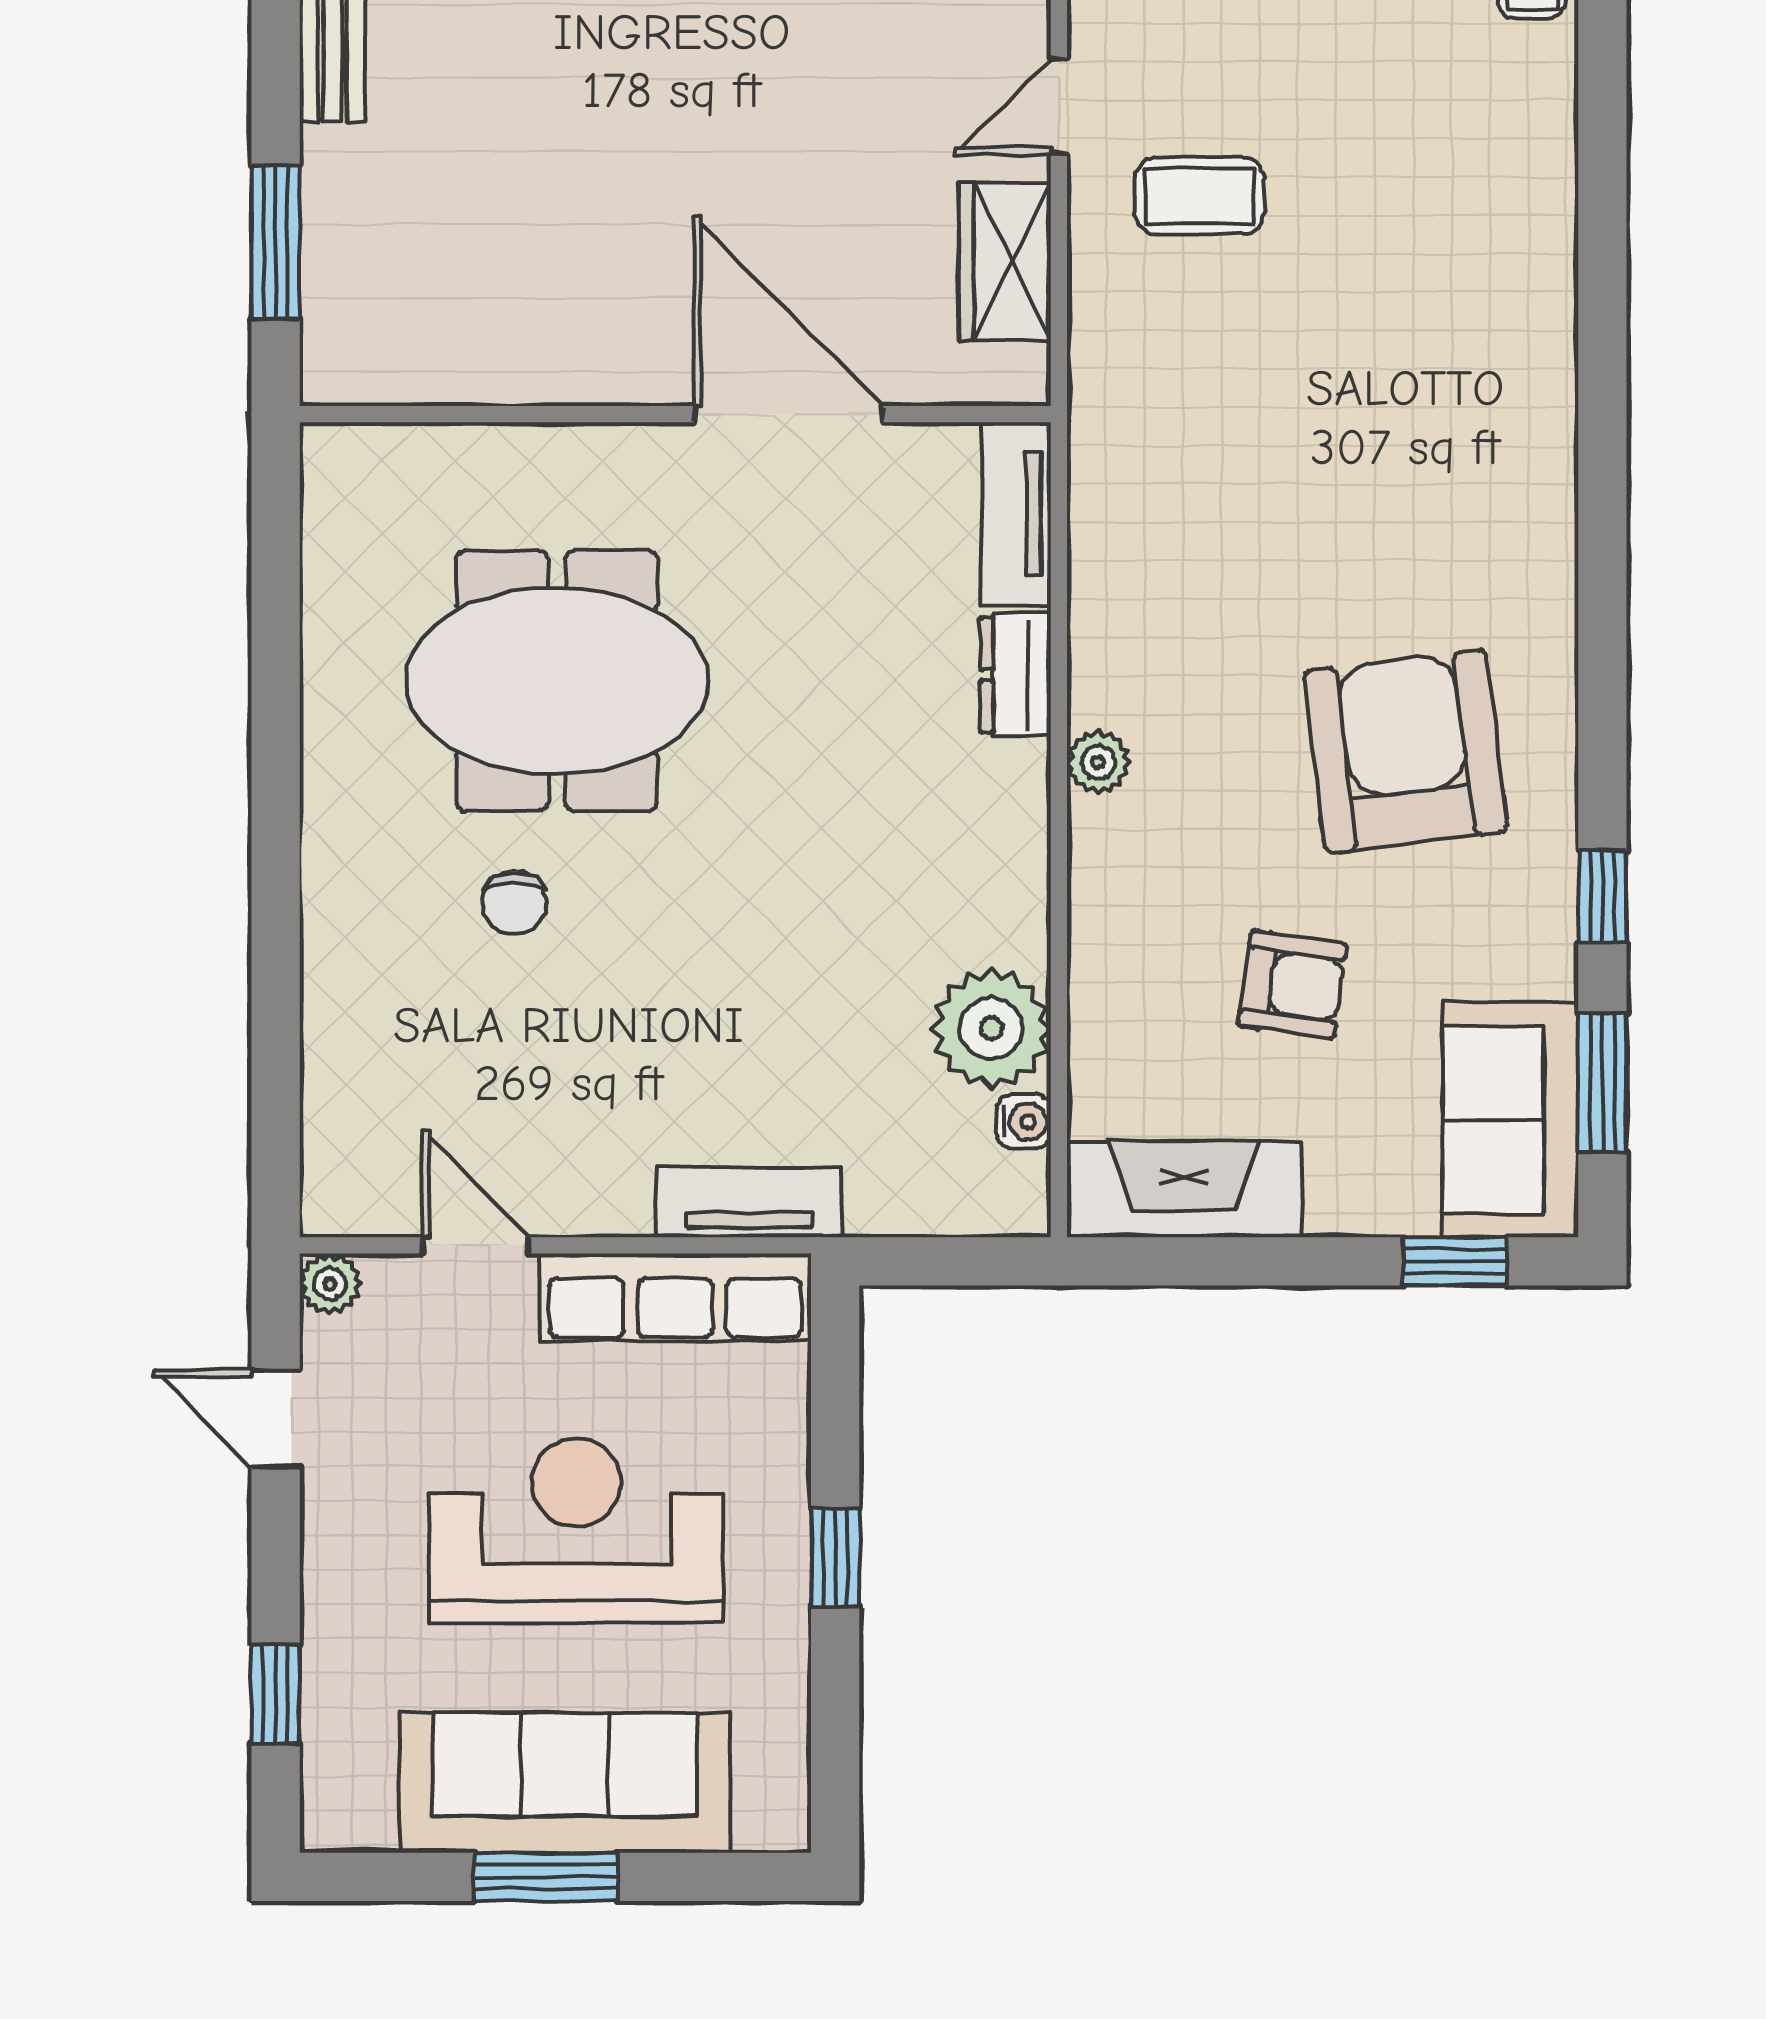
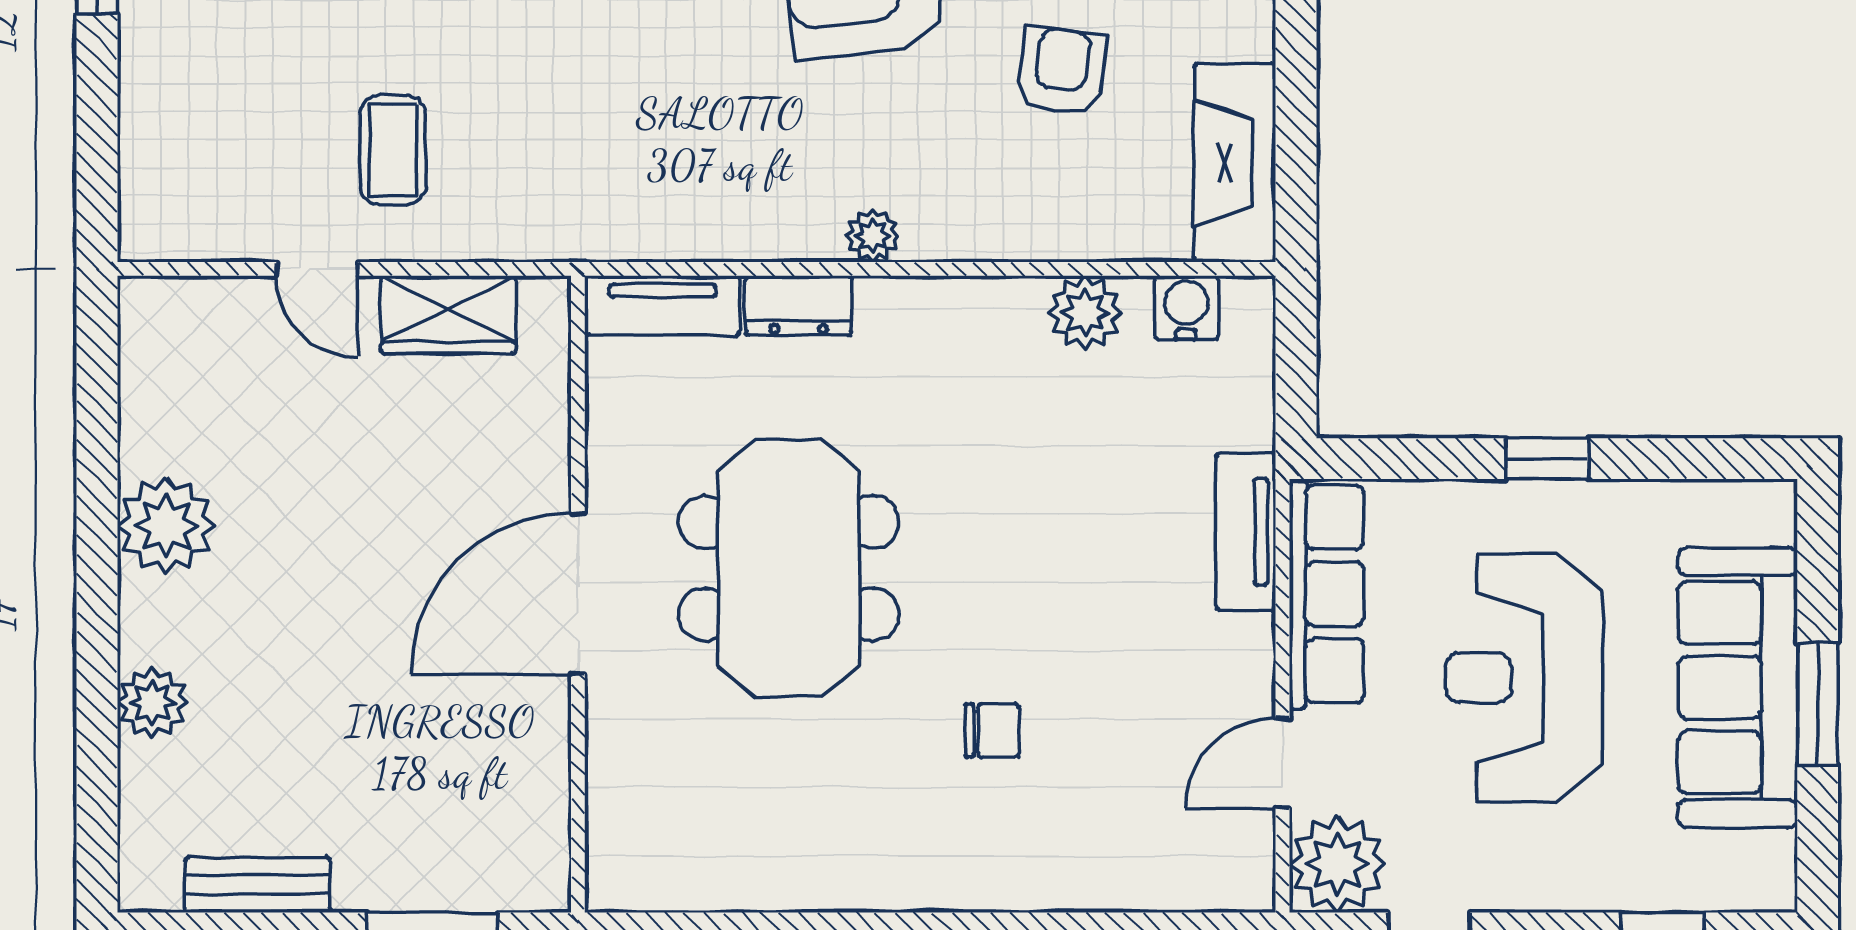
door: (789, 414) -> (578, 594), moved
meeting table: (557, 681) -> (789, 568), moved
plant: (991, 1028) -> (1085, 313), width x0.73, depth x0.73
water cooler: (1024, 1122) -> (1186, 308), width x1.38, depth x1.38
plant: (330, 1284) -> (1338, 864), width x1.88, depth x1.88

